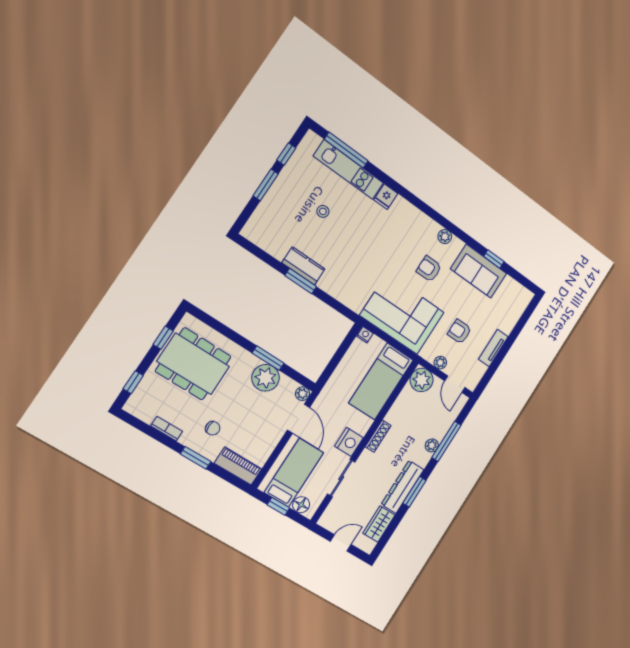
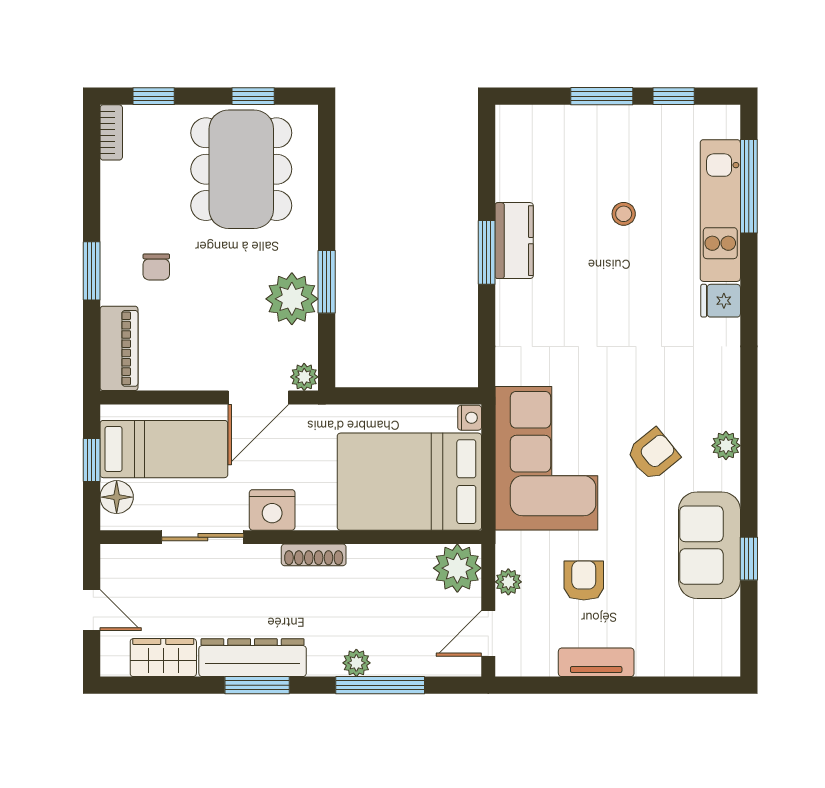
armchair: (429, 269) -> (653, 454), turned 51
bed: (381, 381) -> (409, 482), width x1.50
bookcase: (167, 429) -> (111, 132), moved

